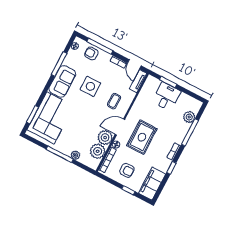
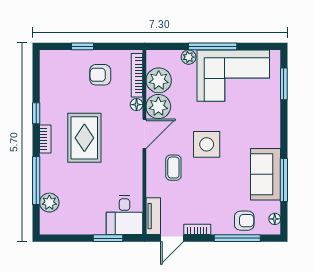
door: (134, 64) -> (172, 238), swing flipped
sofa: (62, 81) -> (266, 174), moved
side table: (90, 86) -> (207, 144), moved
desk: (166, 97) -> (124, 215), moved
corner sofa: (50, 118) -> (233, 76), moved, turned -90
rug: (142, 137) -> (84, 138), moved
filing cabinet: (152, 184) -> (53, 75), removed

